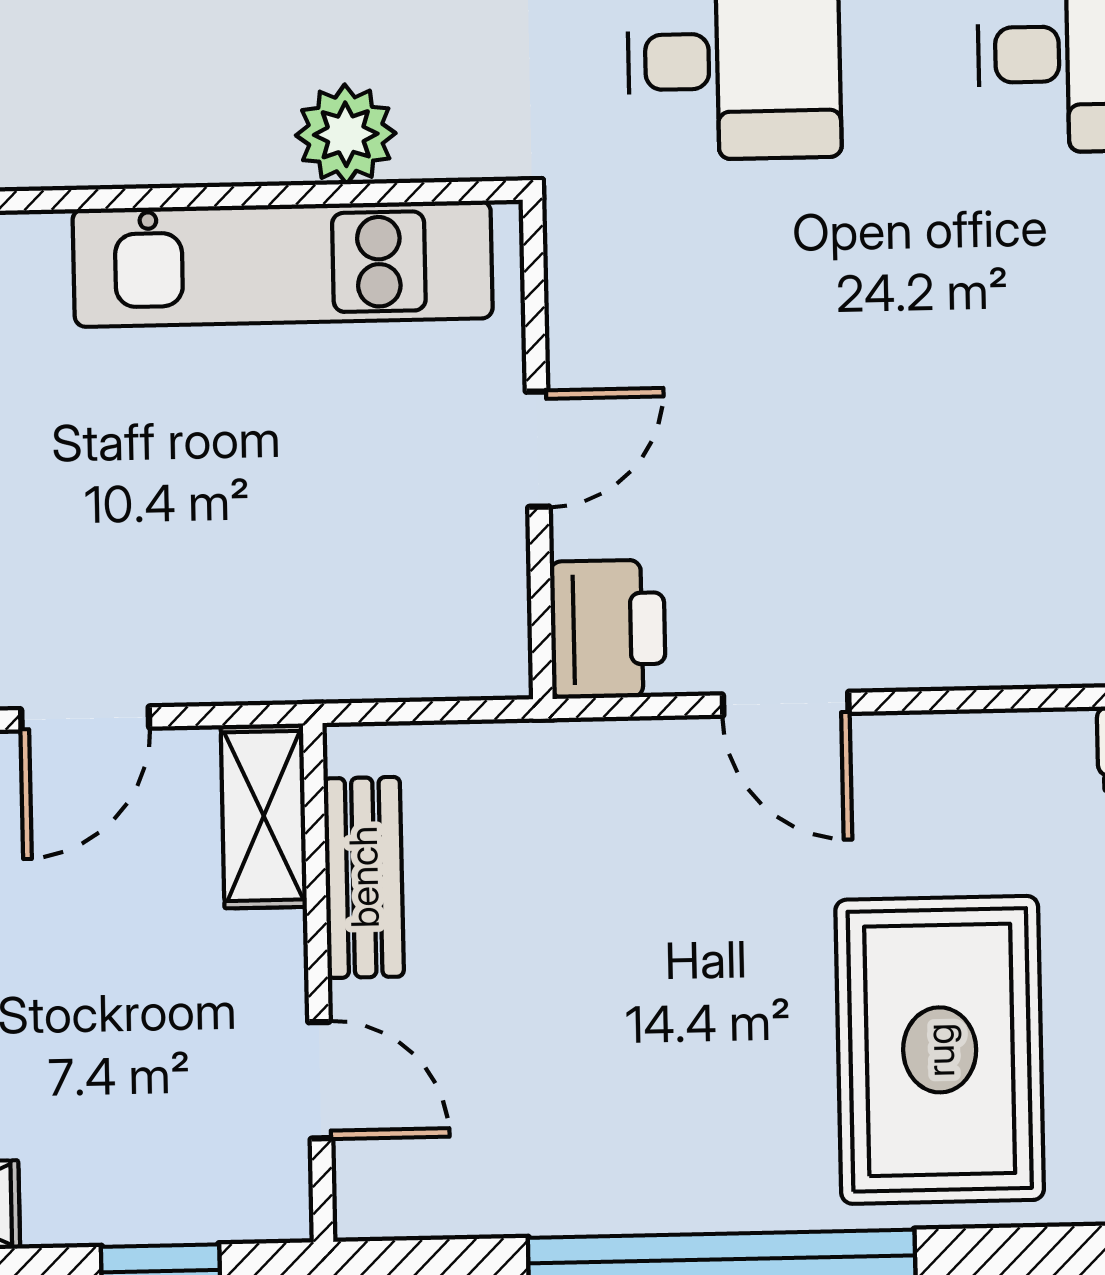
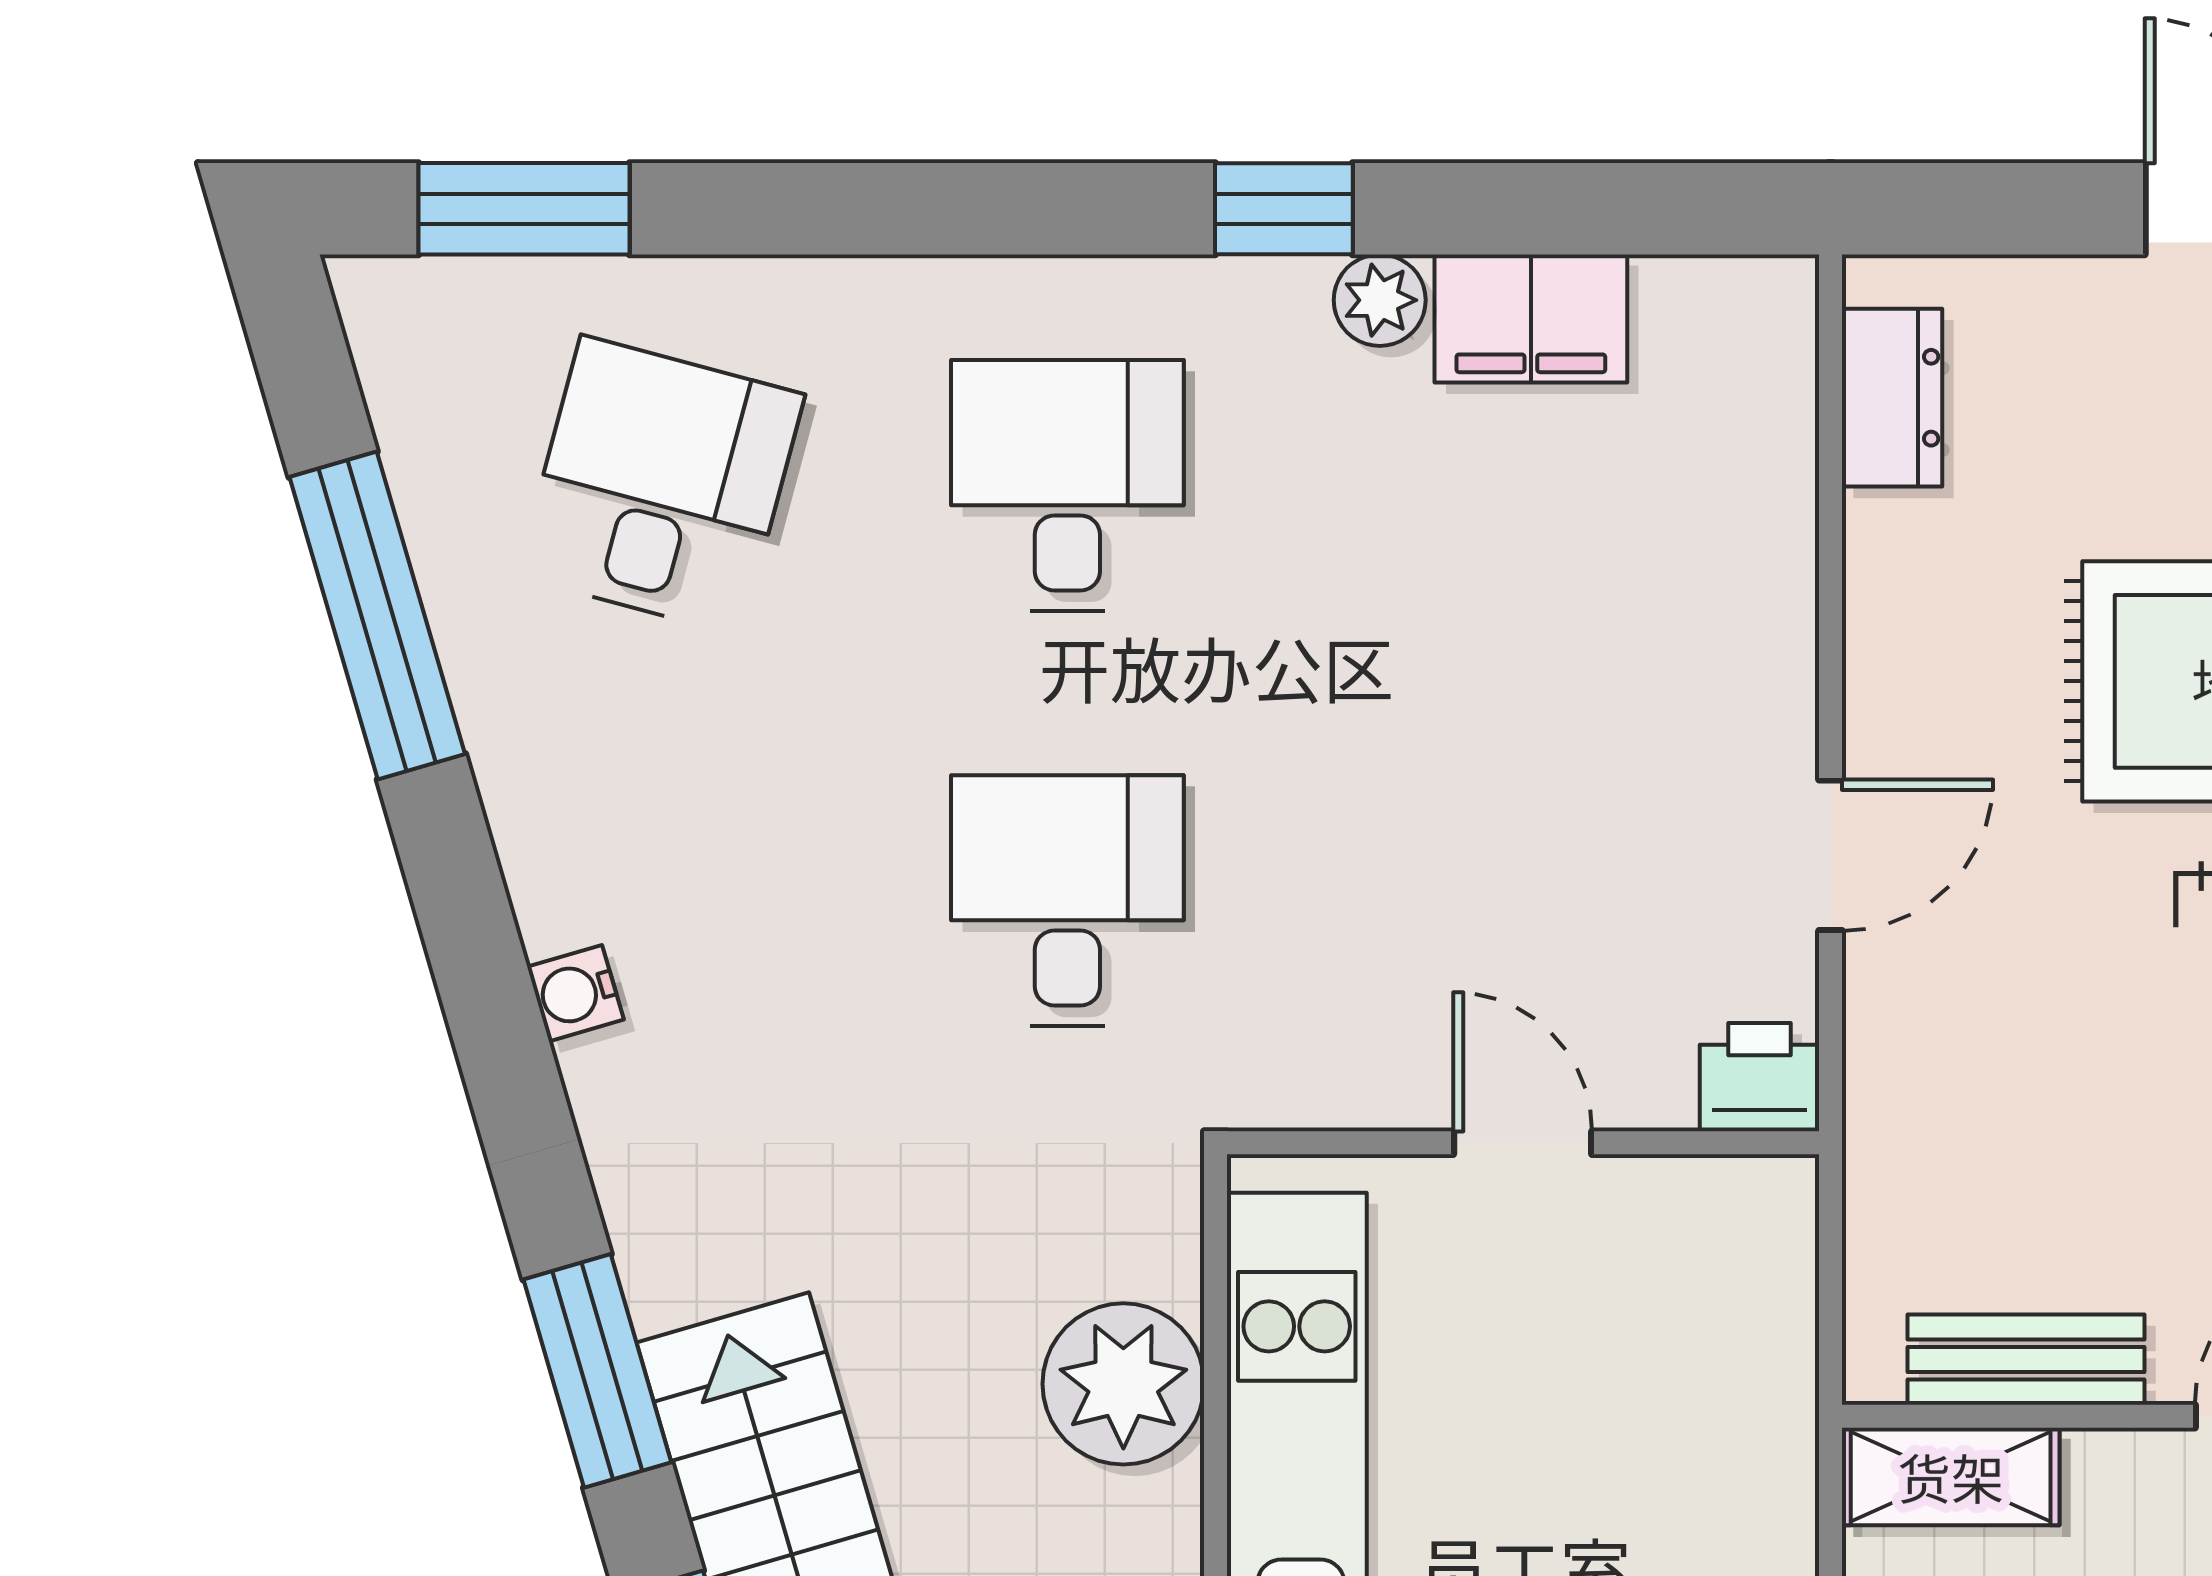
plant: (346, 134) -> (1123, 1384), width x1.36, depth x1.36
printer: (608, 629) -> (1760, 1077), width x0.73, depth x0.81

